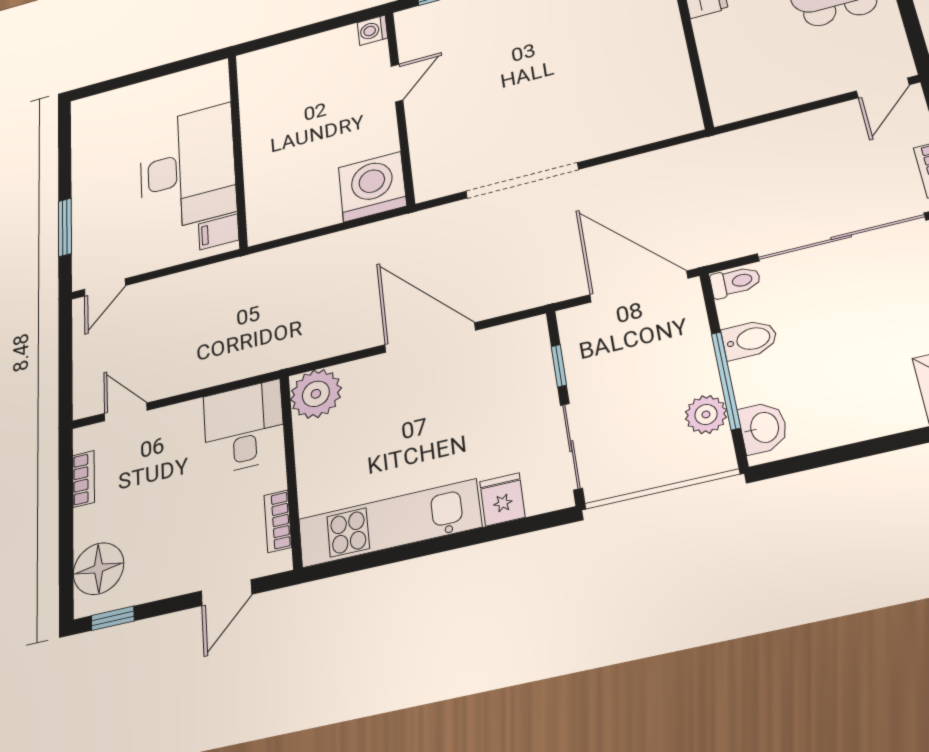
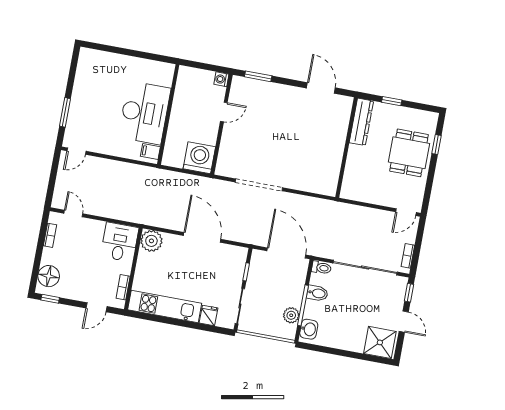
wall: (238, 149) -> (168, 114), moved
desk: (187, 168) -> (145, 113), moved
filing cabinet: (219, 232) -> (150, 151), moved

